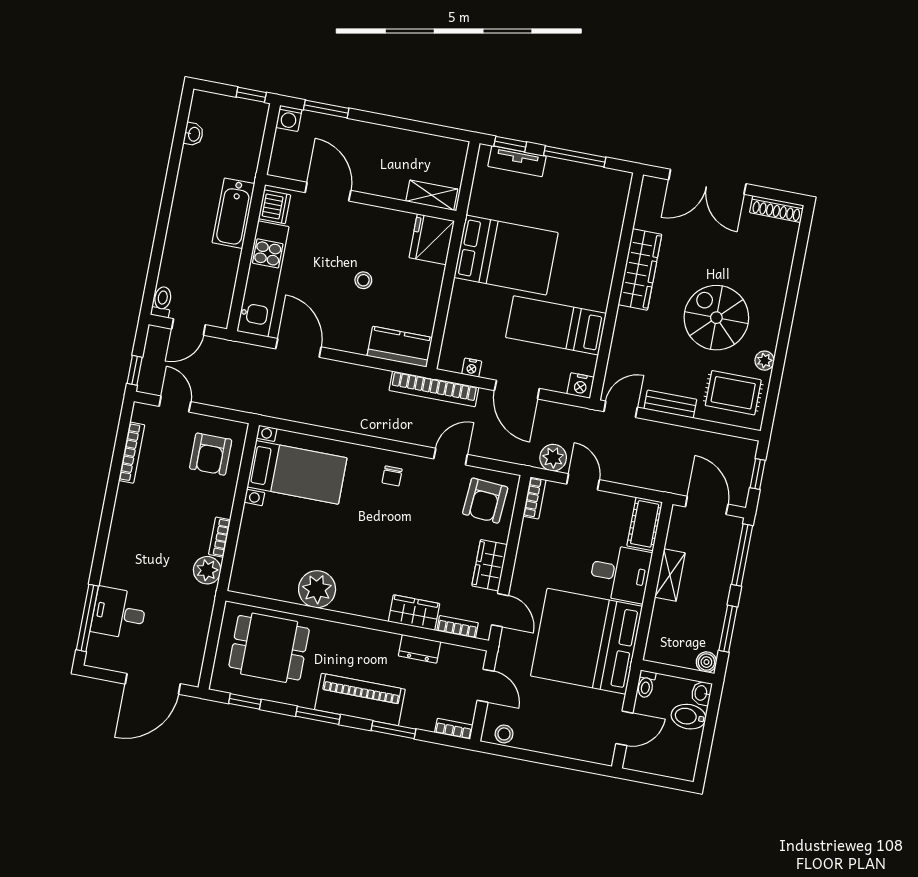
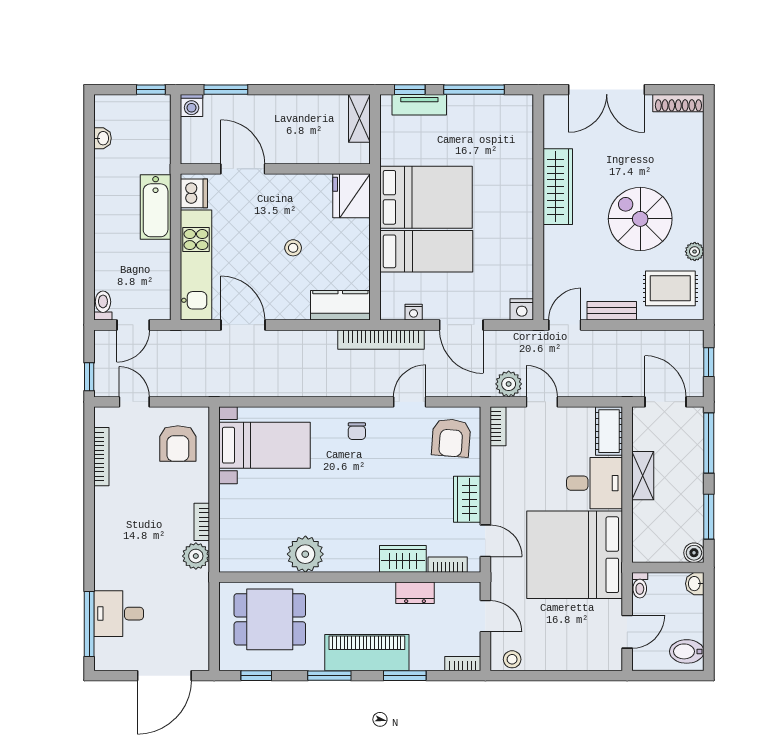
shelving: (432, 195) -> (359, 118), moved, turned 90
bed: (556, 325) -> (426, 251), moved, turned 180
bidet: (689, 717) -> (687, 651), moved

